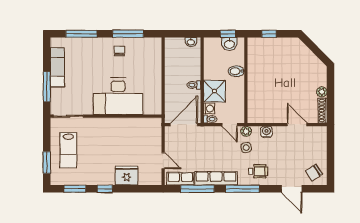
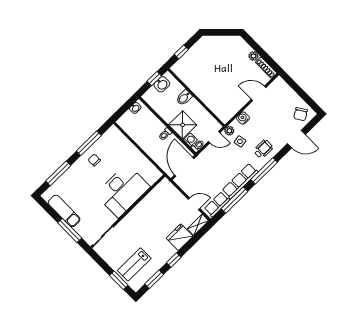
lab bench: (68, 150) -> (134, 264), moved, turned 90
shelving: (150, 180) -> (198, 225), added

